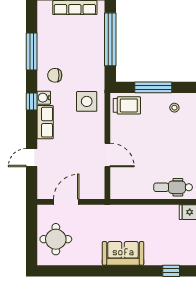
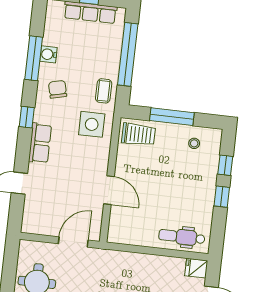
coffee table: (94, 72) -> (104, 91), added
chair: (55, 75) -> (58, 89), turned 76
water cooler: (44, 98) -> (49, 54), moved
door: (66, 202) -> (73, 242), moved

